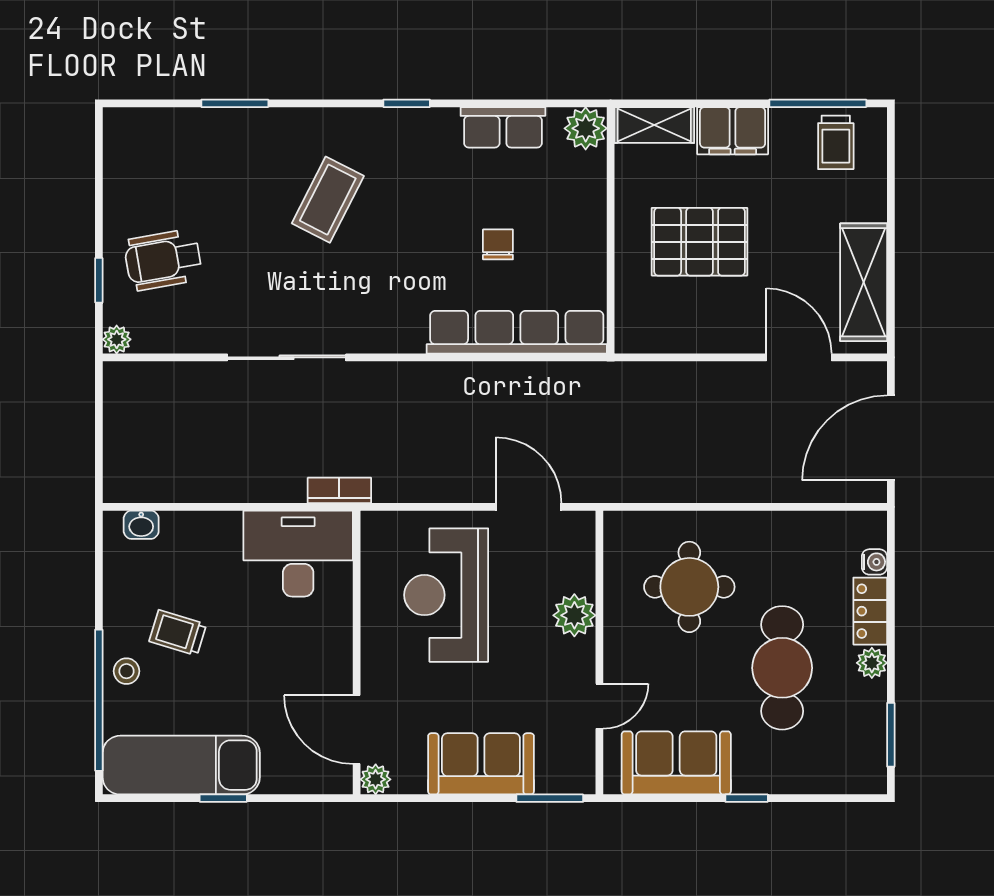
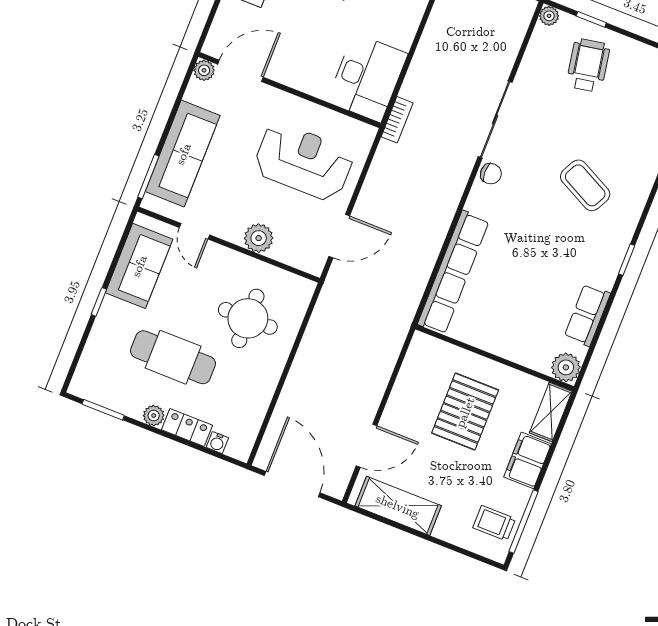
chair: (498, 244) -> (491, 174), moved
sofa: (481, 764) -> (183, 154), width x1.36

